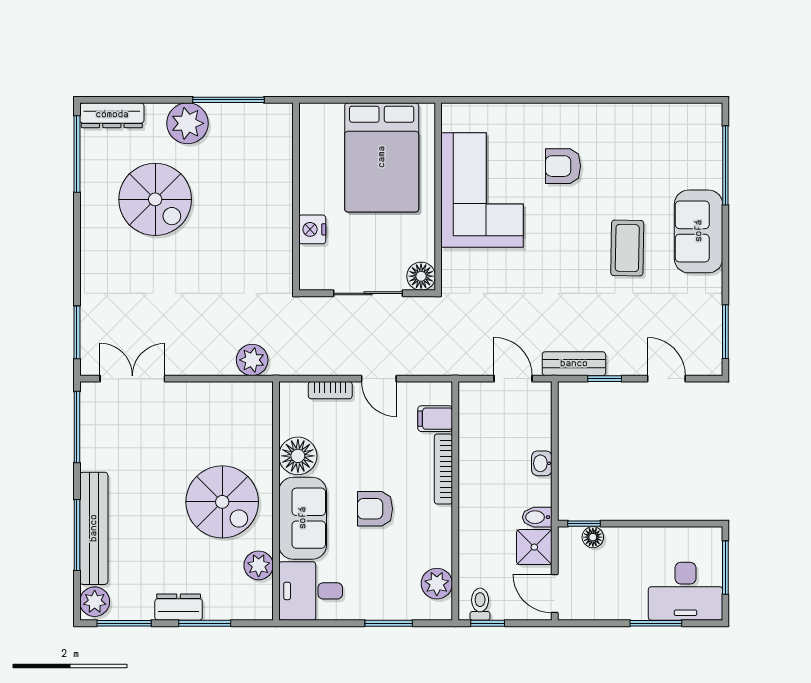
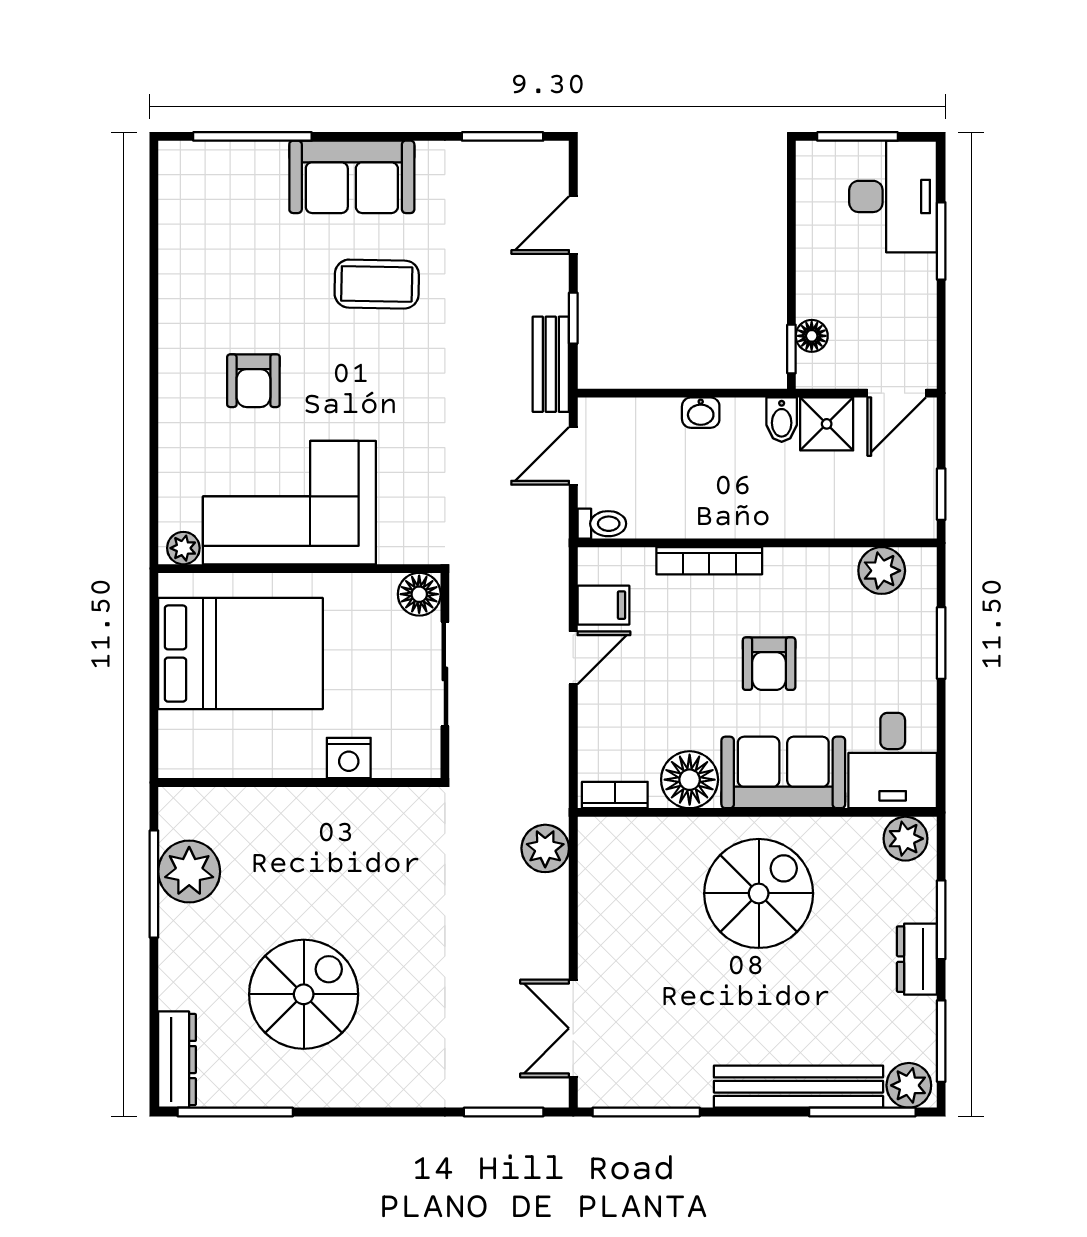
plant: (452, 119) -> (183, 548), added
plant: (187, 123) -> (189, 871), moved
bookcase: (330, 390) -> (615, 795), moved, turned -90
filing cabinet: (435, 419) -> (603, 605), moved, turned -90
window: (77, 535) -> (862, 1112), moved
plant: (259, 565) -> (905, 839), moved
toilet: (480, 604) -> (602, 524), moved, turned 180

